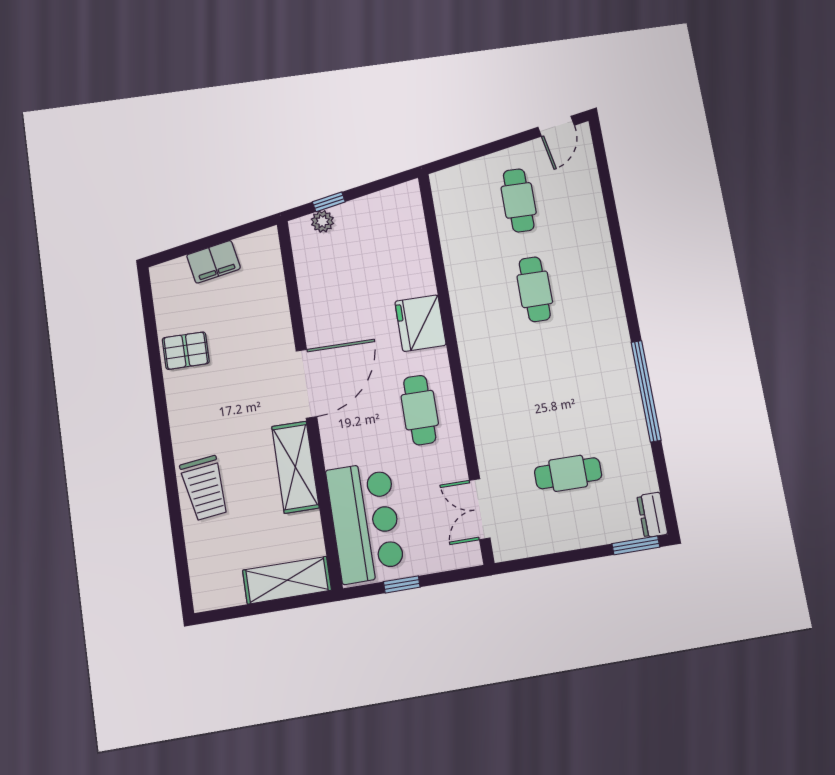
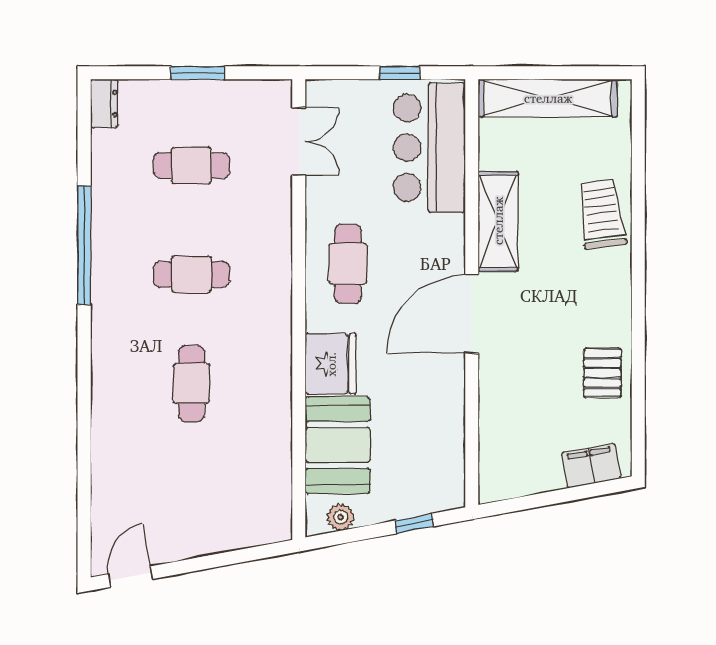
cafe table: (519, 200) -> (191, 274), moved, turned 90
plant: (322, 221) -> (341, 517), moved
booth: (403, 257) -> (338, 445), added
filing cabinet: (214, 262) -> (591, 465), moved
pallet: (186, 351) -> (602, 373), turned 90
window: (636, 545) -> (198, 73), moved
shelving: (287, 580) -> (548, 98), width x1.47

